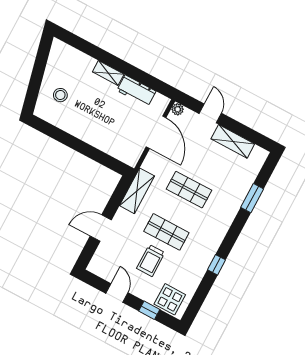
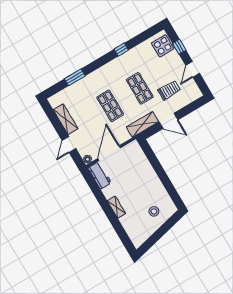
workbench: (136, 91) -> (100, 175), moved
door: (101, 228) -> (168, 121), moved
trolley: (151, 261) -> (169, 90), moved

